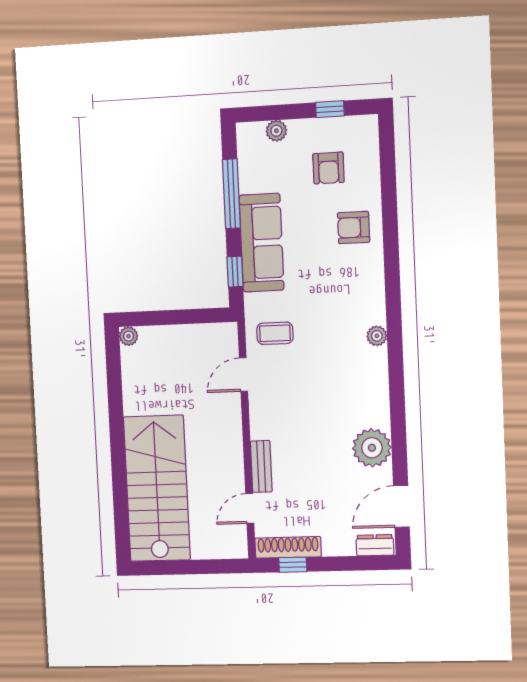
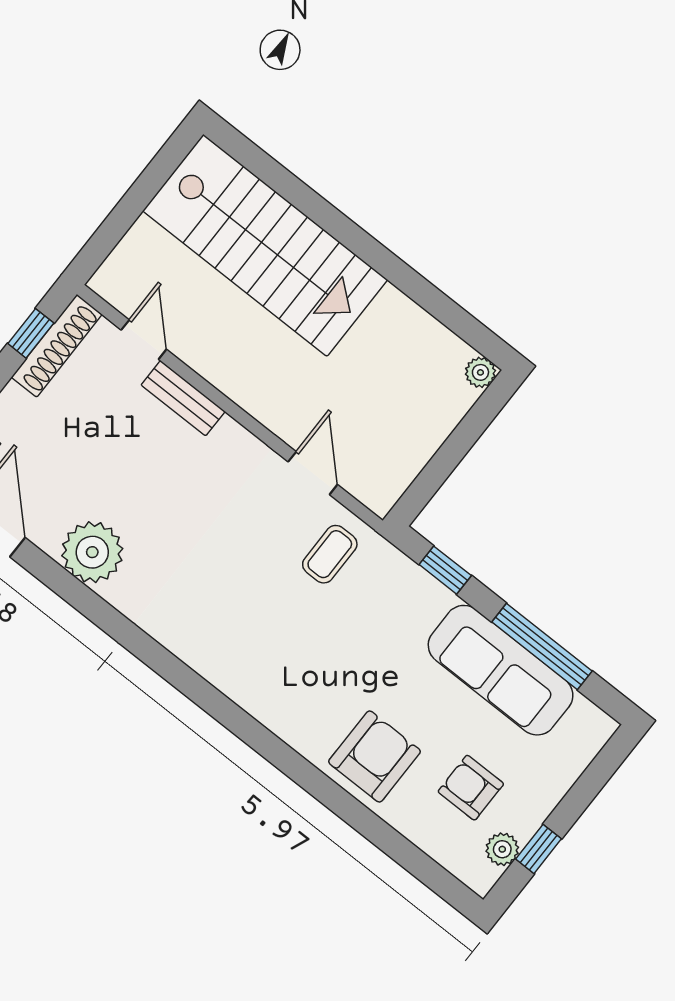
plant: (276, 131) -> (502, 849), moved
armchair: (354, 228) -> (374, 757), width x1.38, depth x1.38
sofa: (262, 243) -> (501, 670), moved
plant: (377, 336) -> (222, 673), removed

